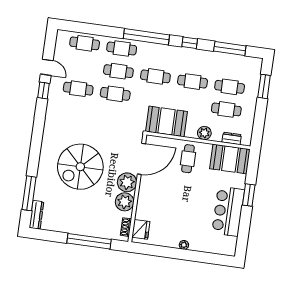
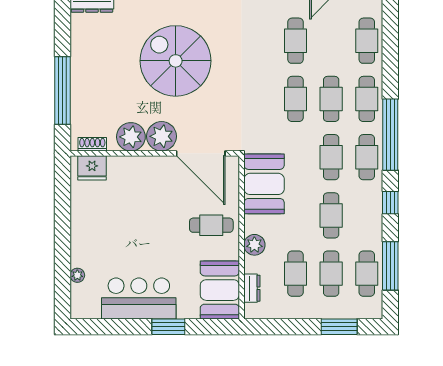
cafe table: (159, 54) -> (367, 157), added
cafe table: (233, 64) -> (367, 274), added
plant: (184, 245) -> (77, 275), moved

